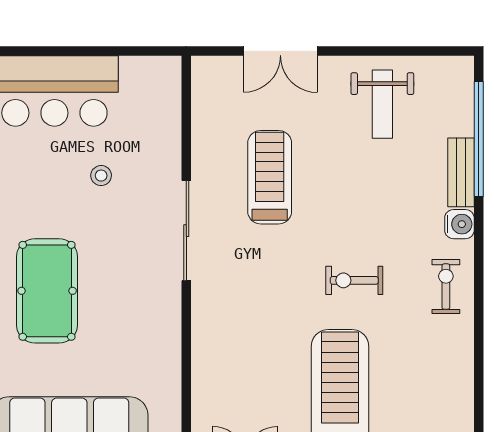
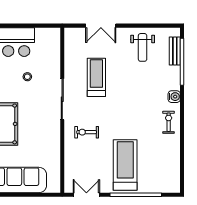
bench: (461, 172) -> (175, 51), moved
exercise bike: (354, 280) -> (87, 132), moved

